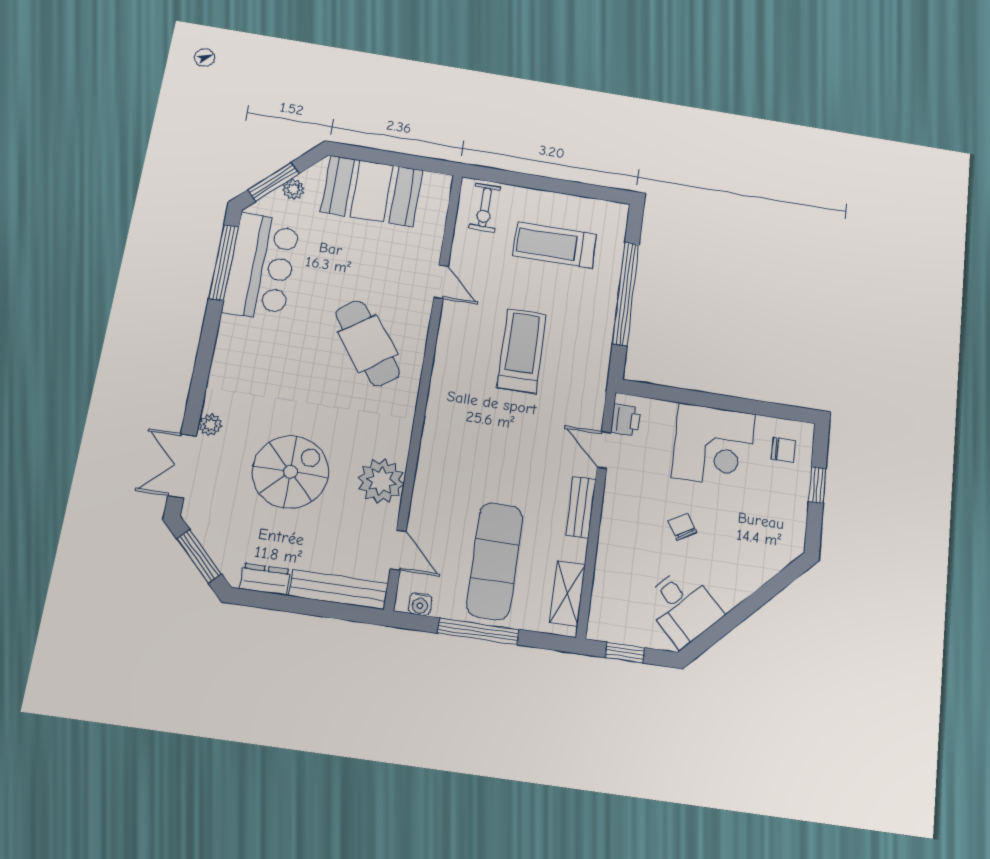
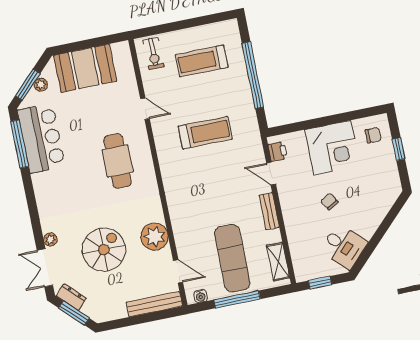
cafe table: (368, 343) -> (118, 161), turned 36
treadmill: (522, 351) -> (205, 133), turned 90
dresser: (265, 579) -> (71, 297), moved, turned 45

